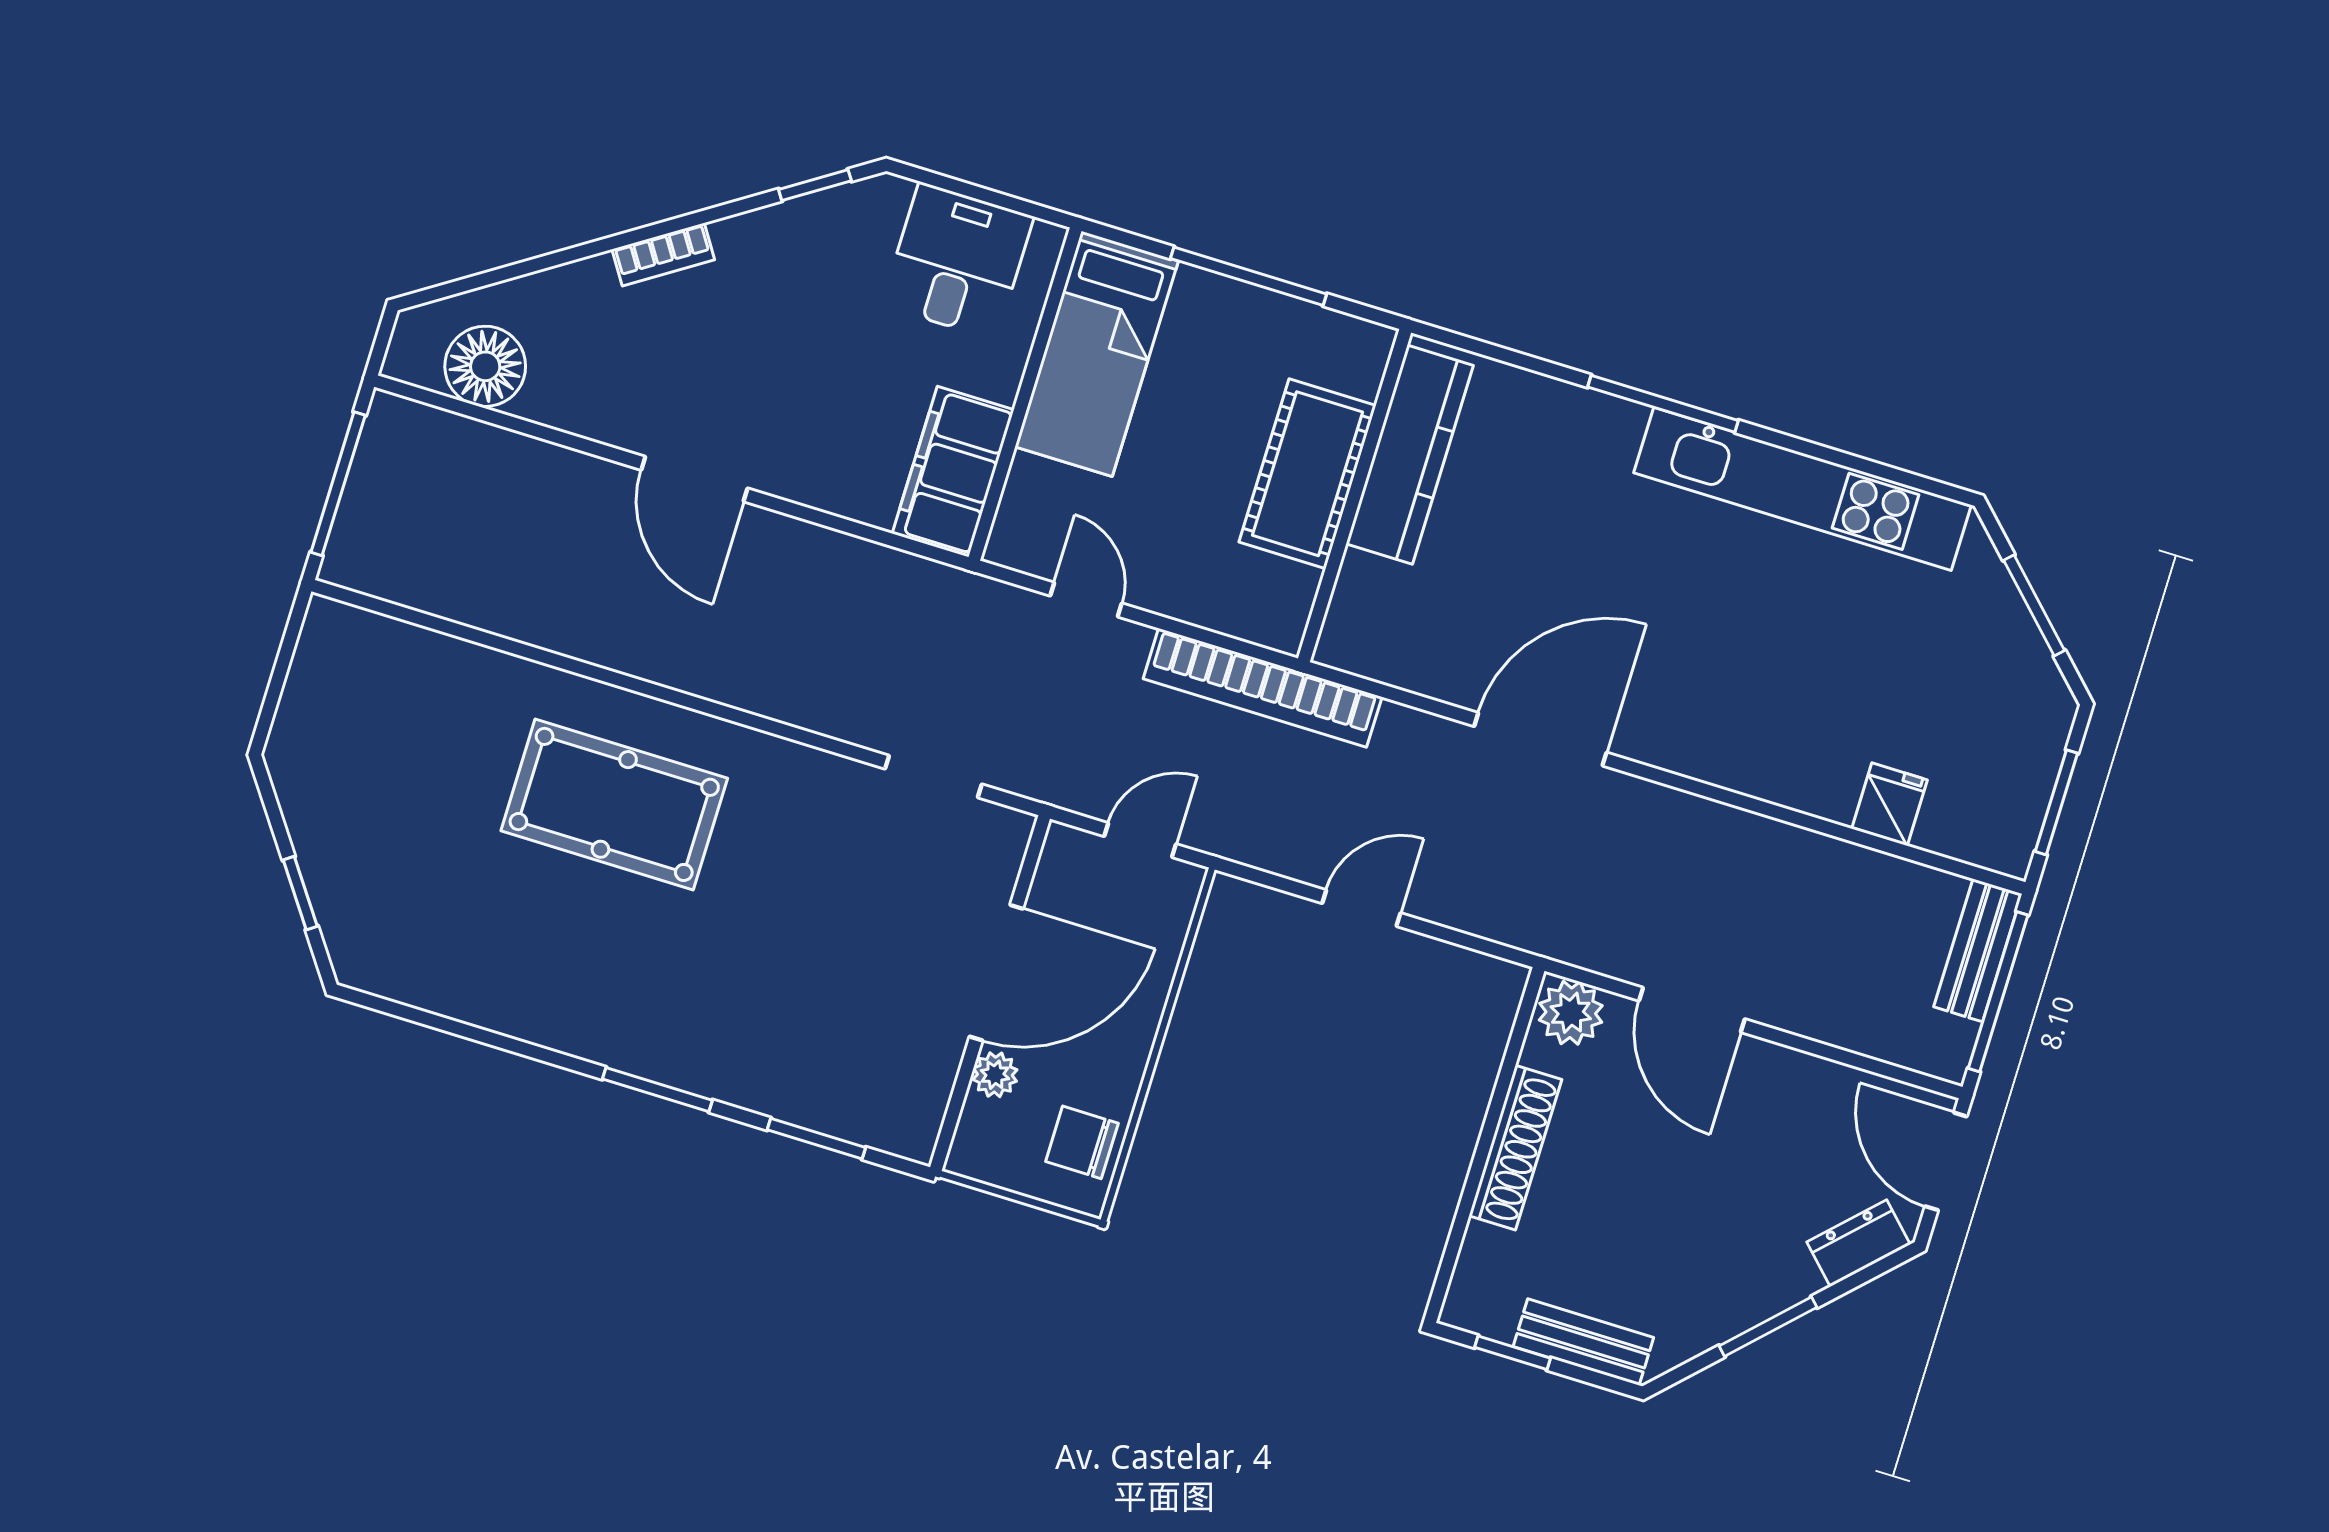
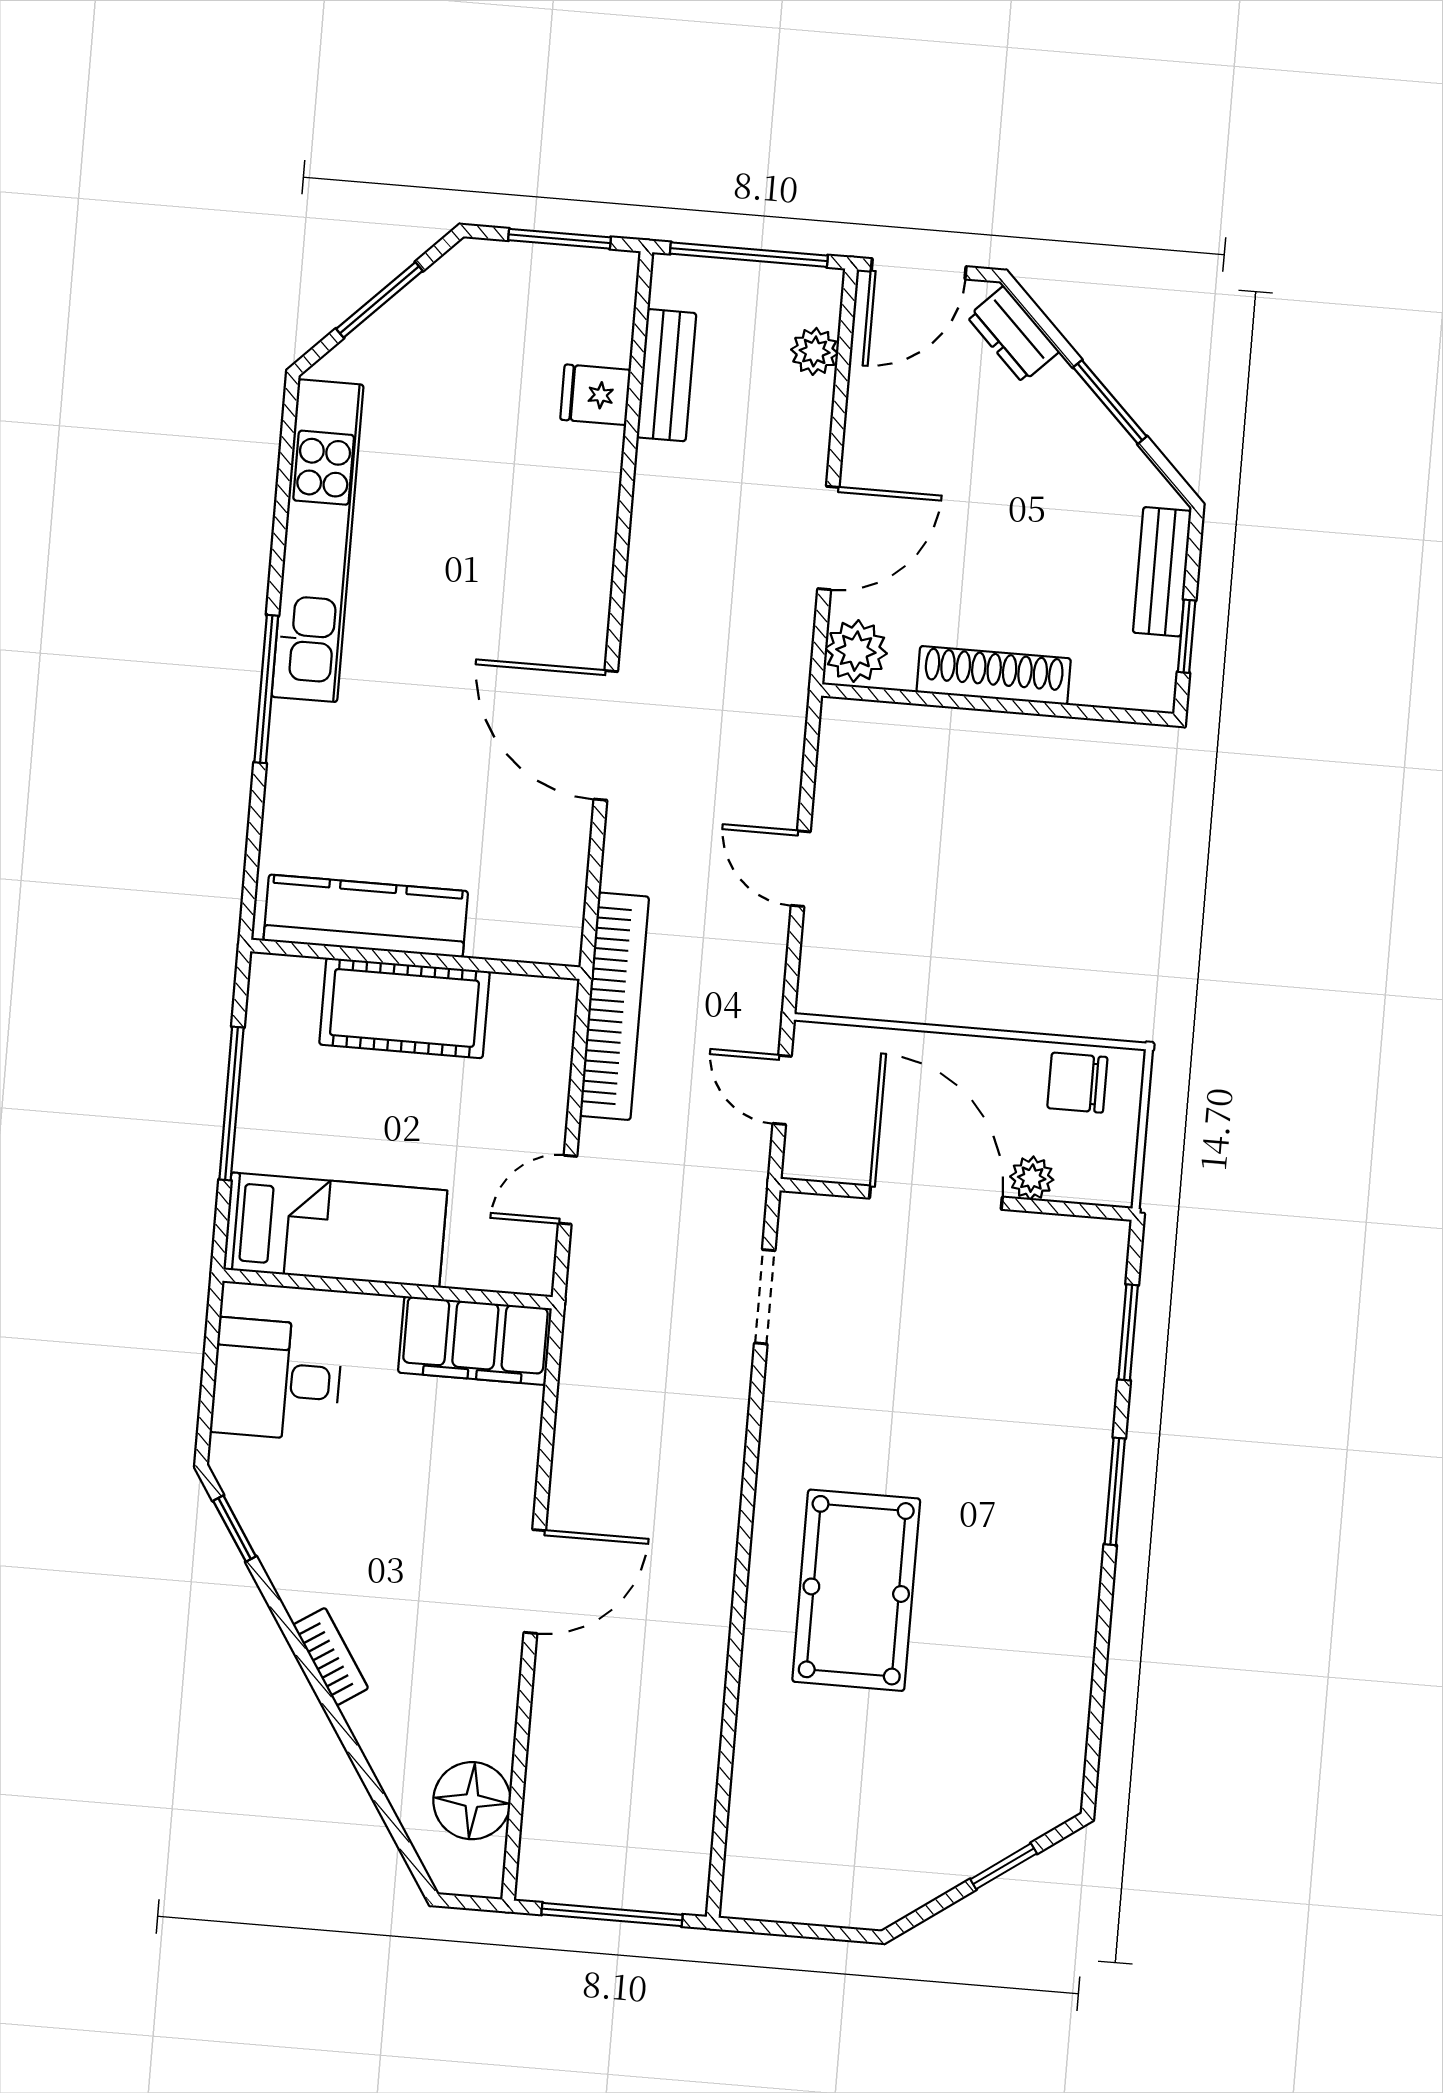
bench: (1978, 950) -> (666, 375), moved, turned 90
plant: (1885, 1037) -> (815, 351), added
chair: (1082, 1142) -> (1077, 1083), turned 90

